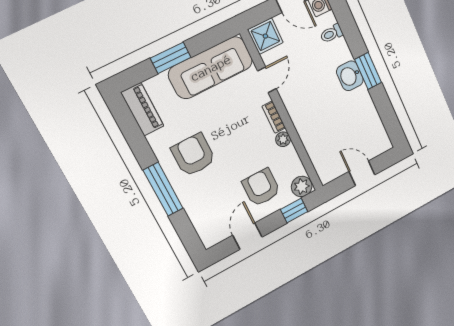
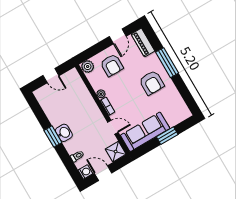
door: (267, 80) -> (113, 127), swing flipped
piano: (142, 109) -> (143, 42), moved
window: (294, 210) -> (91, 52), removed

